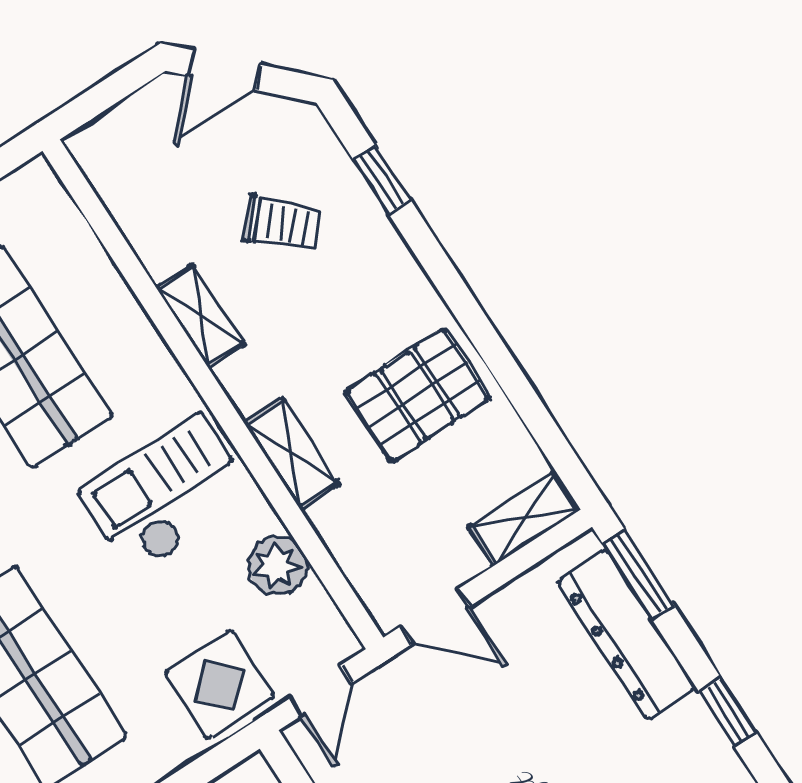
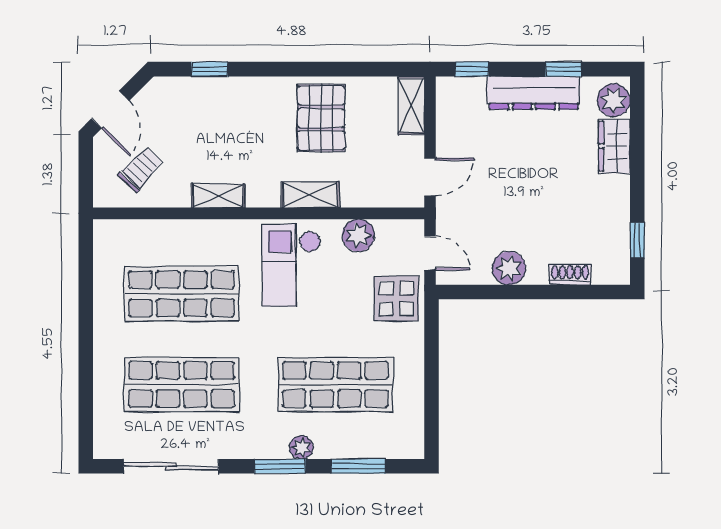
trolley: (283, 224) -> (141, 169), moved
window: (638, 574) -> (472, 69), width x0.67
dresser: (627, 634) -> (534, 93), moved

